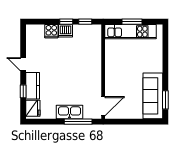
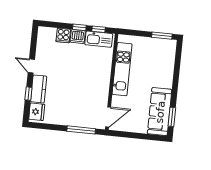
window: (132, 22) -> (162, 36), moved
kitchen unit: (131, 32) -> (122, 69), moved, turned -90
kitchen sink: (70, 112) -> (99, 39), moved, turned 180

